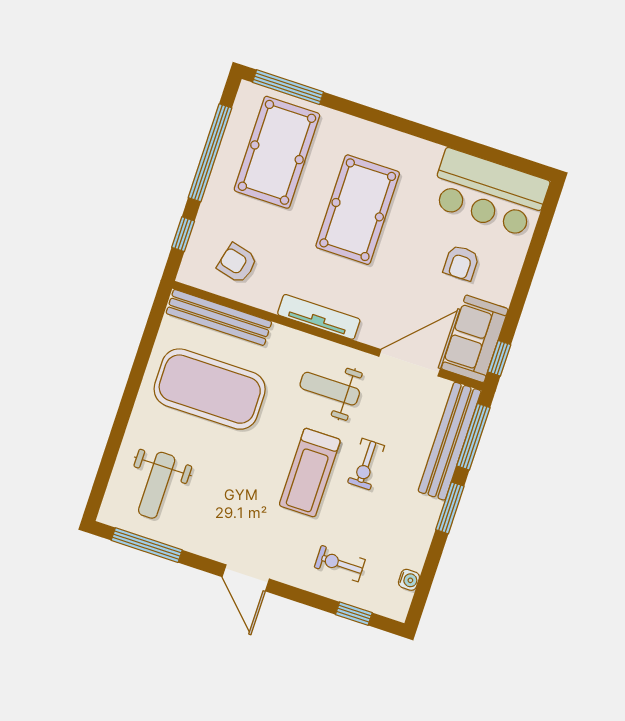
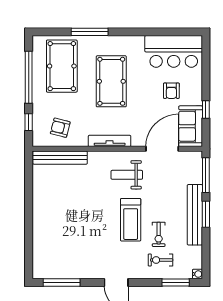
window: (288, 87) -> (90, 32), moved
window: (499, 358) -> (206, 110), moved
exercise mat: (210, 389) -> (67, 195), removed
bench: (450, 441) -> (195, 215), moved
exercise bike: (366, 464) -> (159, 234), moved
weight bench: (157, 485) -> (57, 251), removed
water cooler: (409, 580) -> (197, 274), moved
window: (354, 614) -> (176, 283), width x1.50

